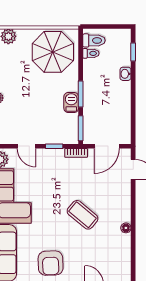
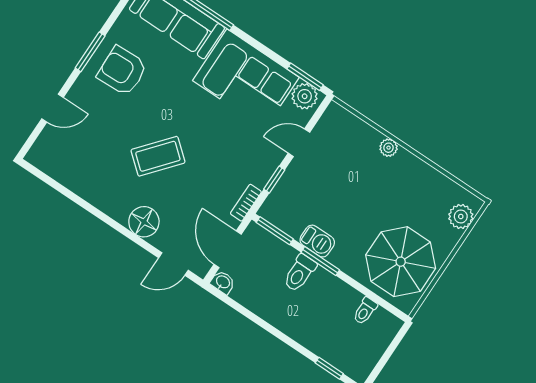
toilet: (94, 40) -> (300, 273), moved
washbasin: (125, 74) -> (223, 282), moved
floor lamp: (126, 228) -> (144, 222), moved, width x1.89, depth x1.89

